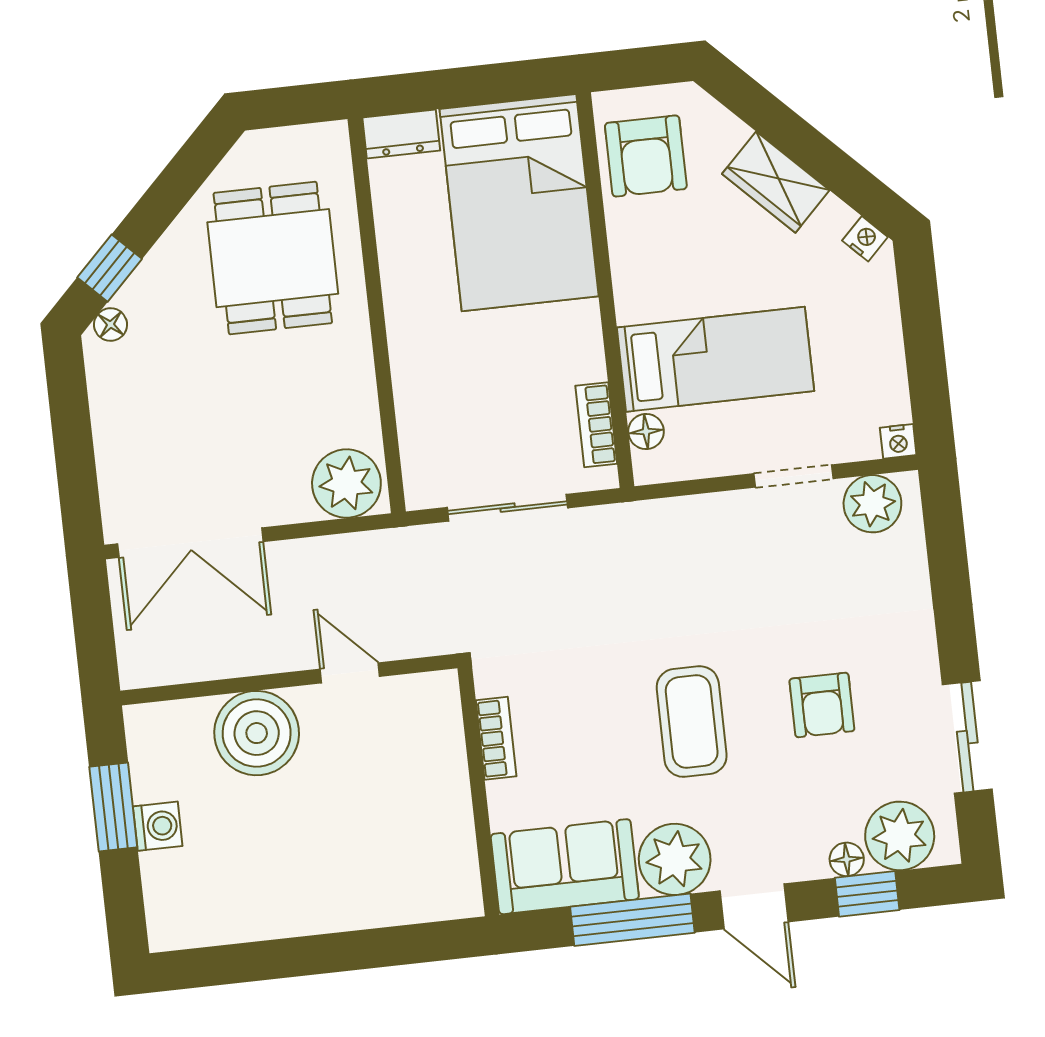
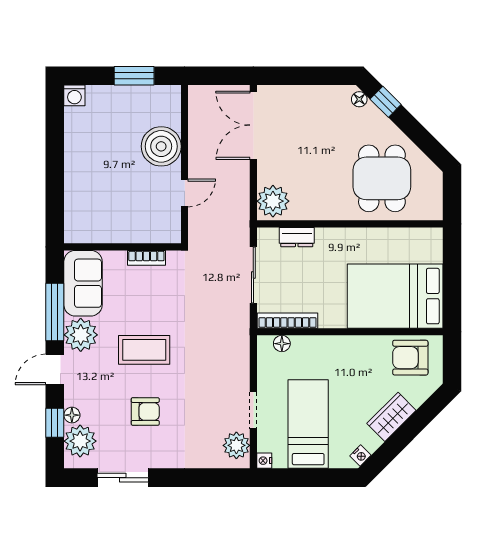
dresser: (401, 134) -> (297, 237), moved, turned -90
dining table: (273, 258) -> (382, 178), turned 90
bed: (715, 359) -> (308, 424), moved, turned 180
bookcase: (596, 425) -> (288, 321), width x1.56
armchair: (822, 705) -> (145, 411), turned 180
washing machine: (158, 826) -> (74, 95), moved

